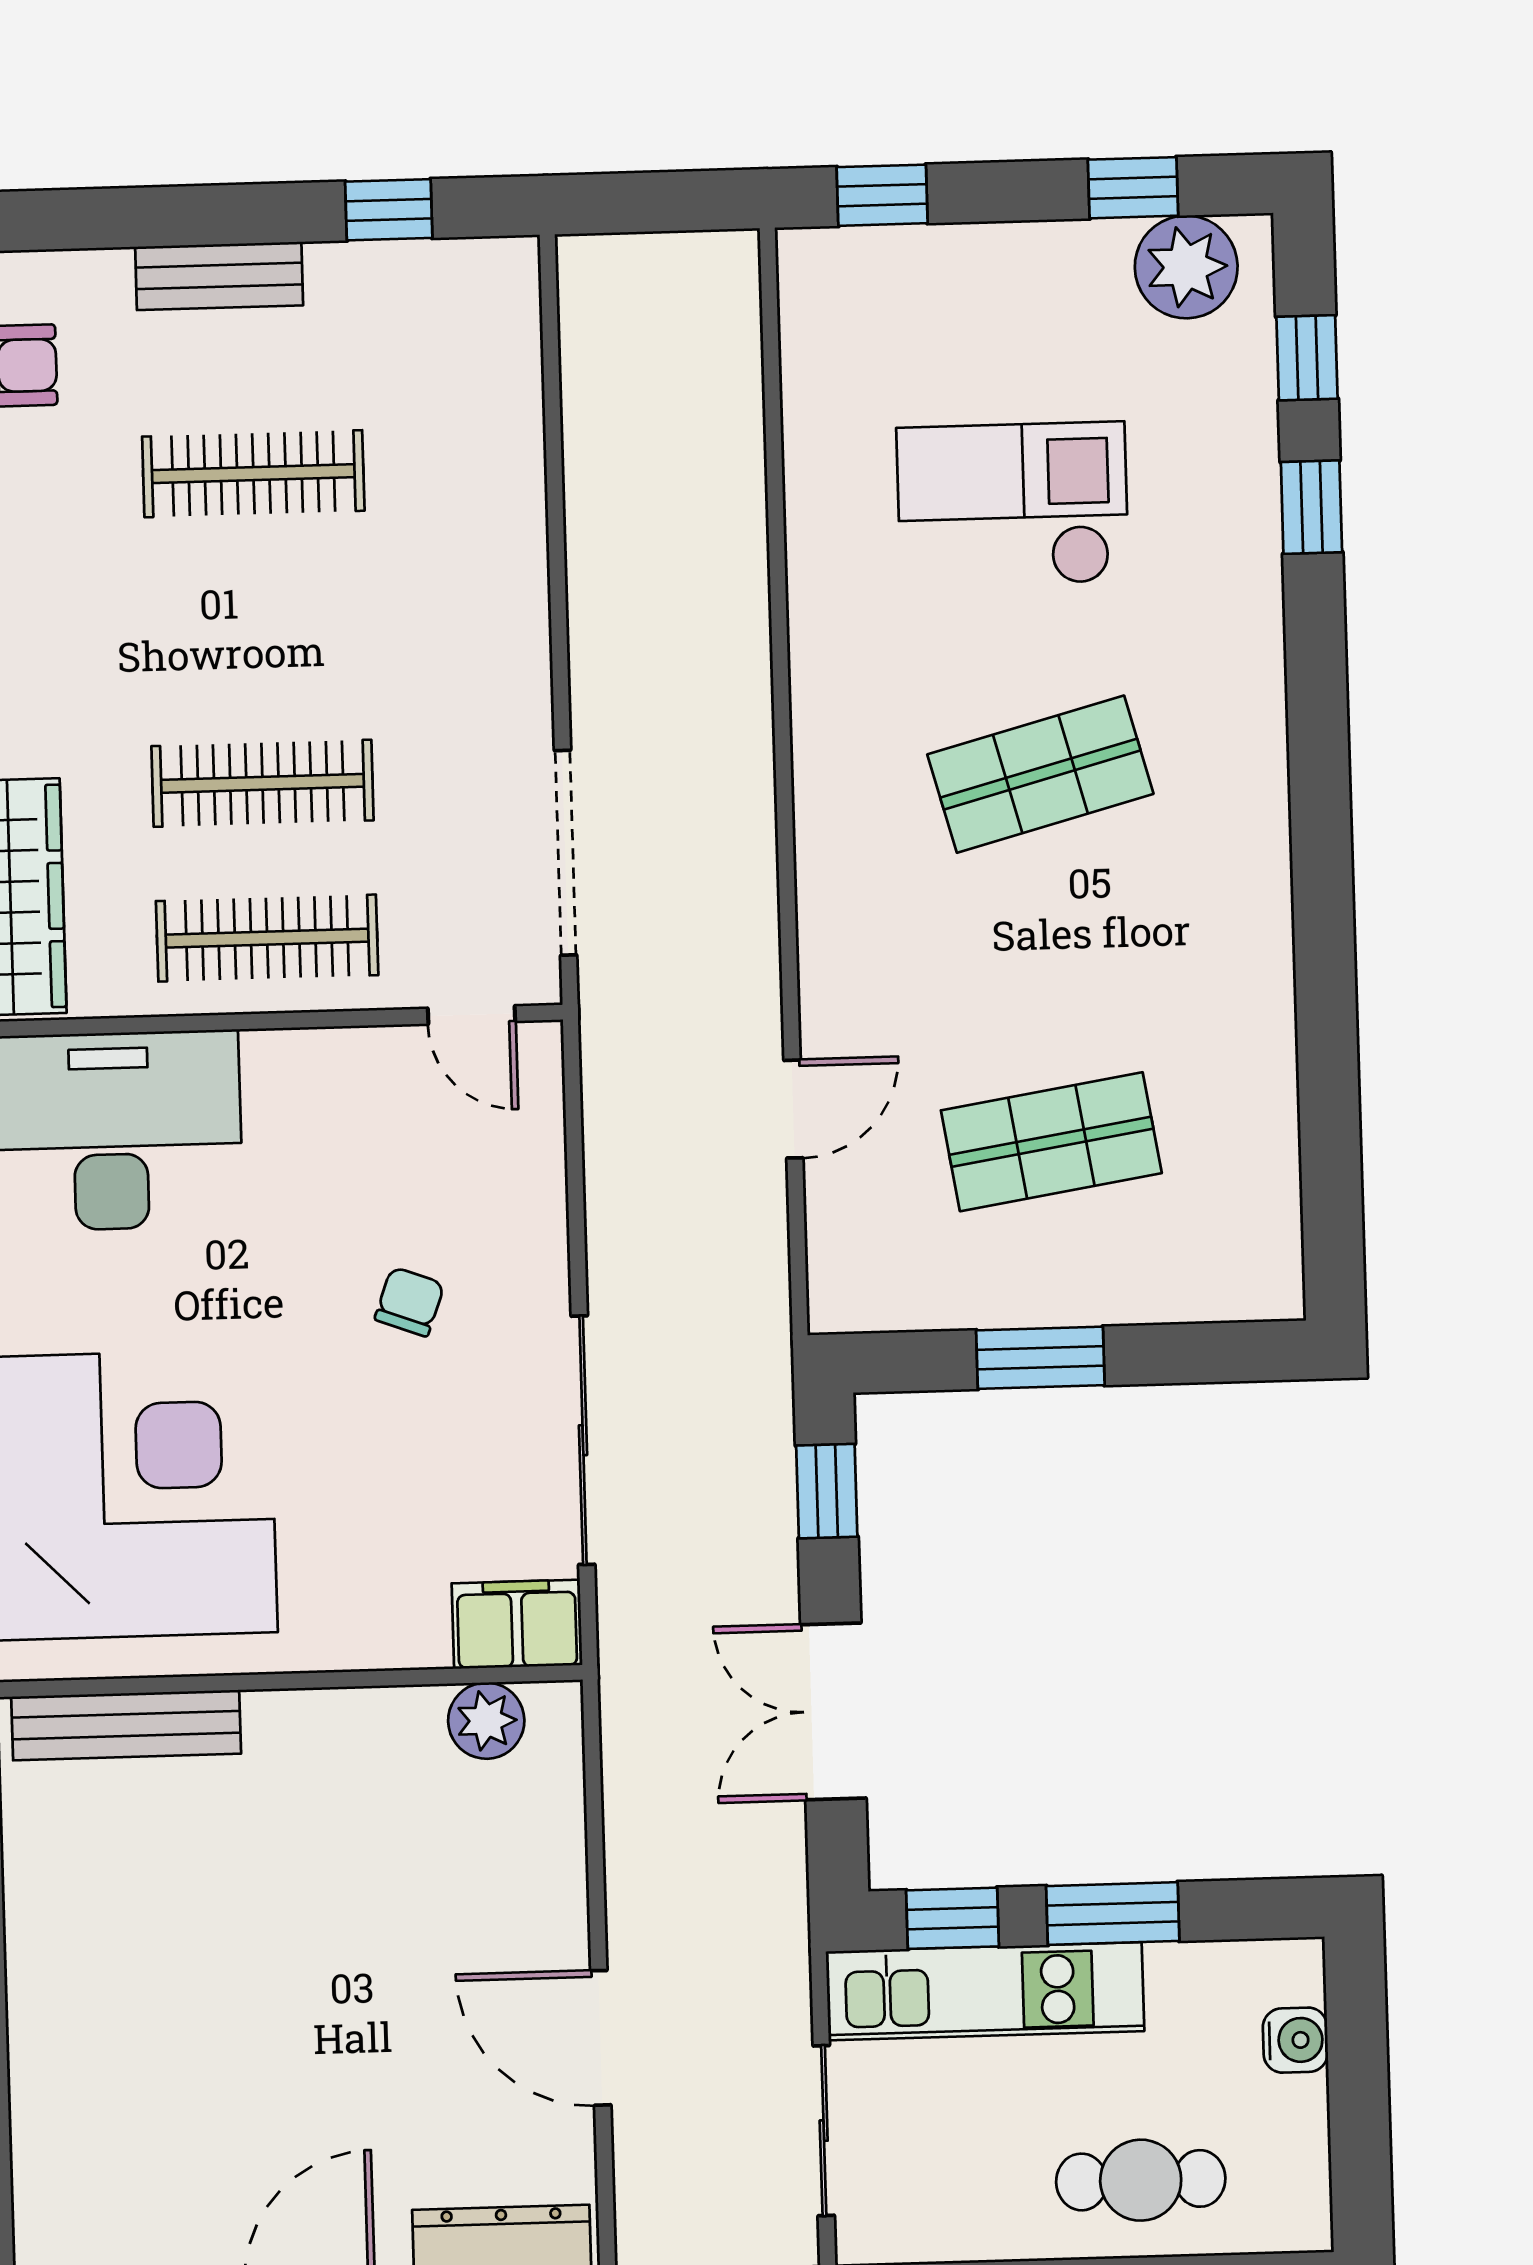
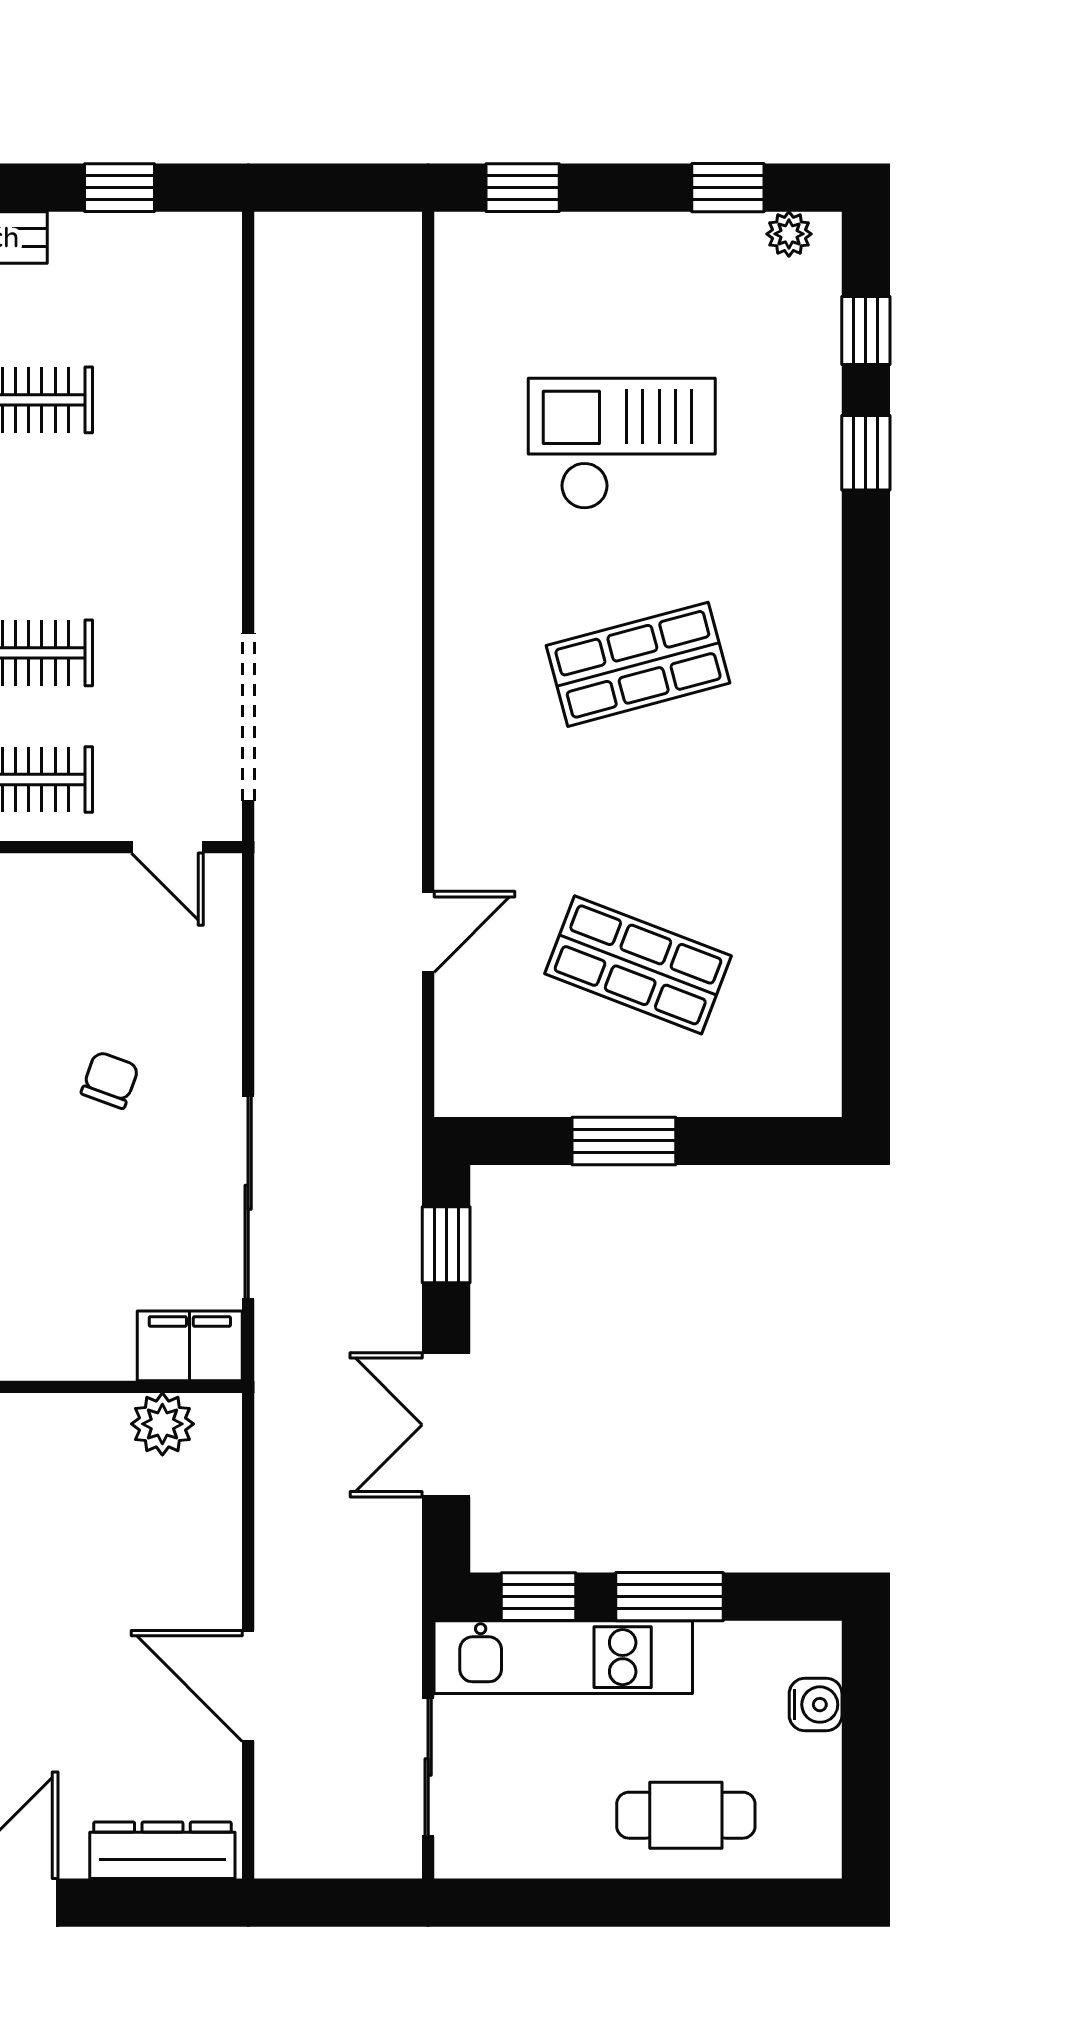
plant: (1186, 267) -> (789, 234), width x0.53, depth x0.53
shop shelf: (1051, 1142) -> (638, 965), turned 30

